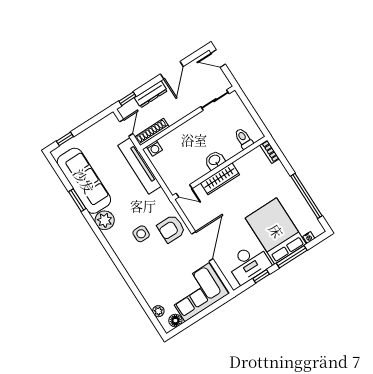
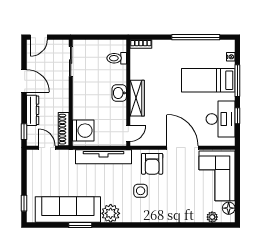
washing machine: (154, 148) -> (83, 131), width x1.89, depth x1.89
tv unit: (139, 166) -> (103, 157), moved
bed: (276, 231) -> (208, 80), width x0.67

